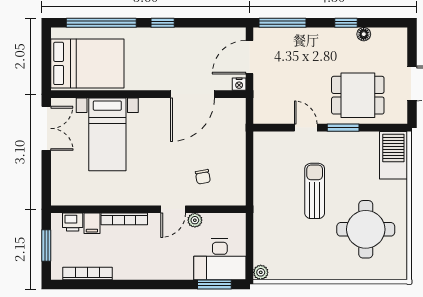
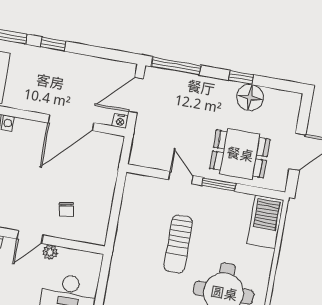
floor lamp: (364, 34) -> (250, 97), width x1.89, depth x1.89
sun lounger: (315, 191) -> (178, 244), turned 180

